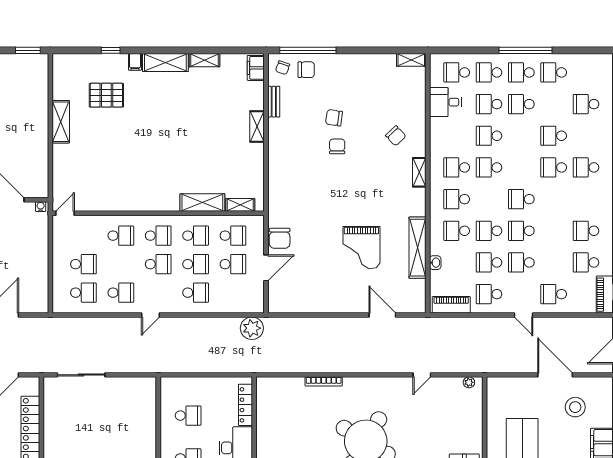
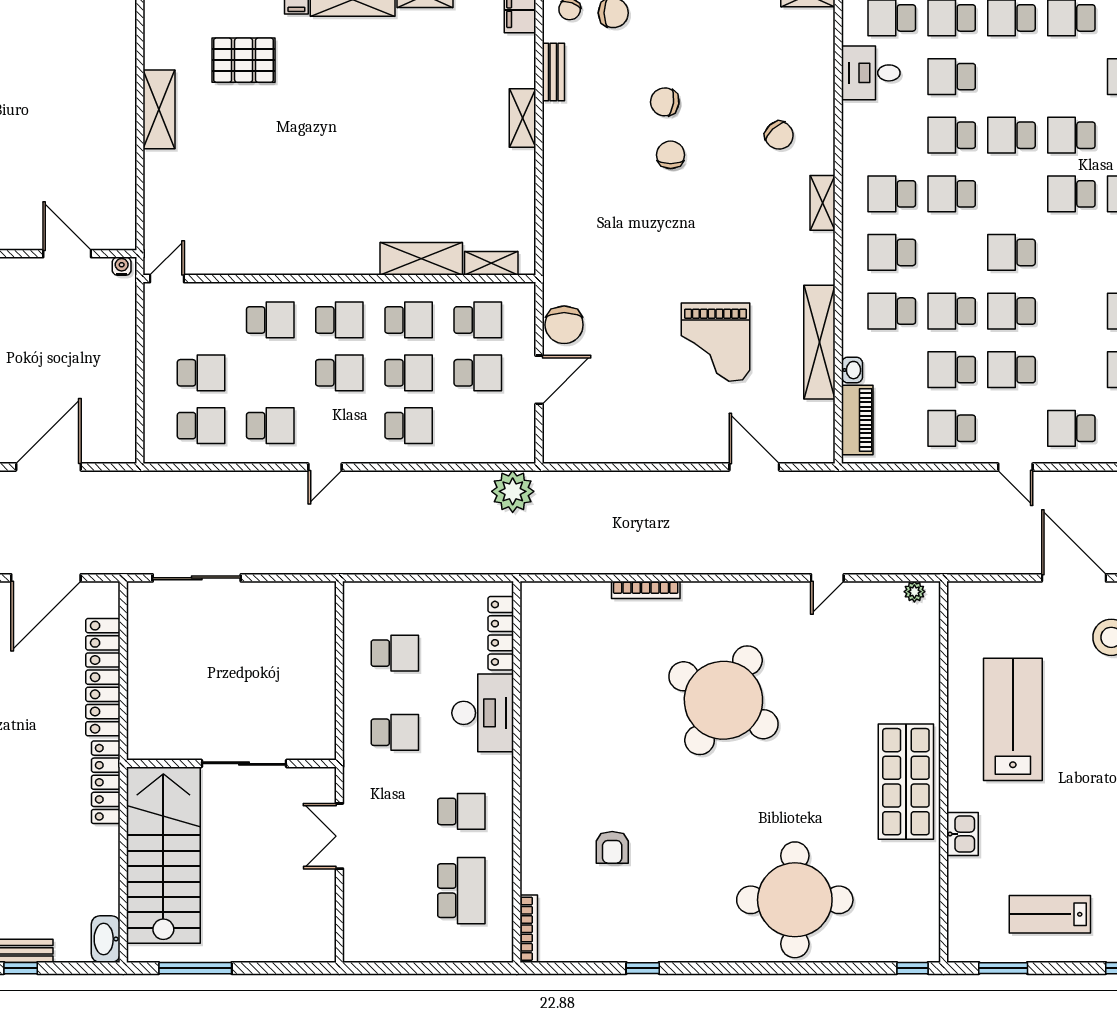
school desk: (521, 104) -> (1011, 135), moved
piano: (451, 305) -> (857, 420), moved, turned 90

